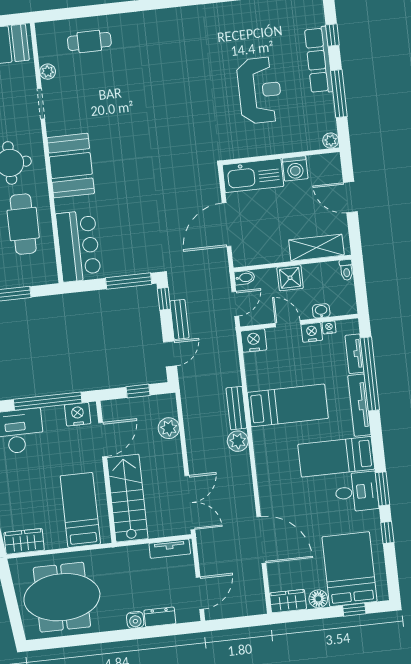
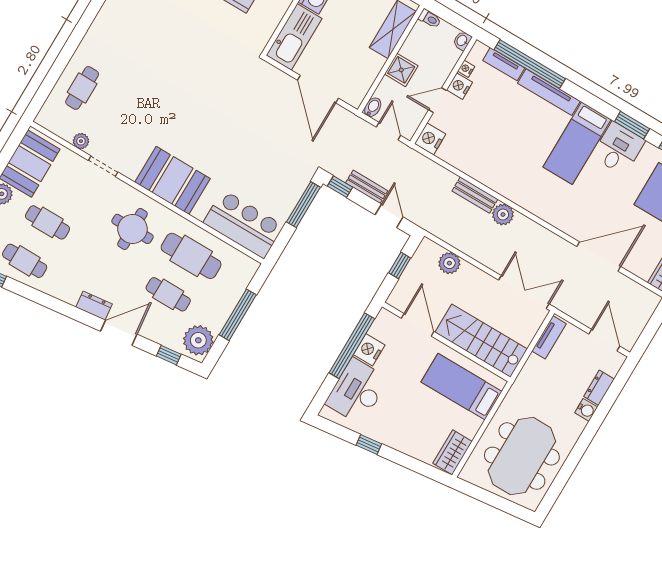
washbasin: (321, 311) -> (462, 41), moved
bed: (288, 405) -> (505, 151), removed
nightstand: (78, 414) -> (369, 350), moved

